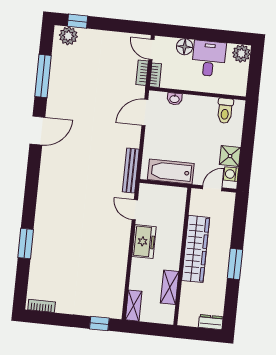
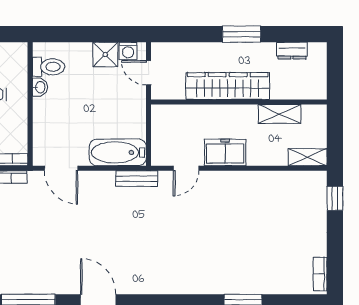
washbasin: (175, 99) -> (40, 87), moved
bench: (131, 171) -> (137, 179), width x0.73
bathtub: (171, 172) -> (118, 152), moved, turned 90
dresser: (211, 322) -> (292, 51), moved, turned -90

